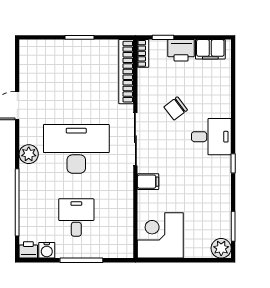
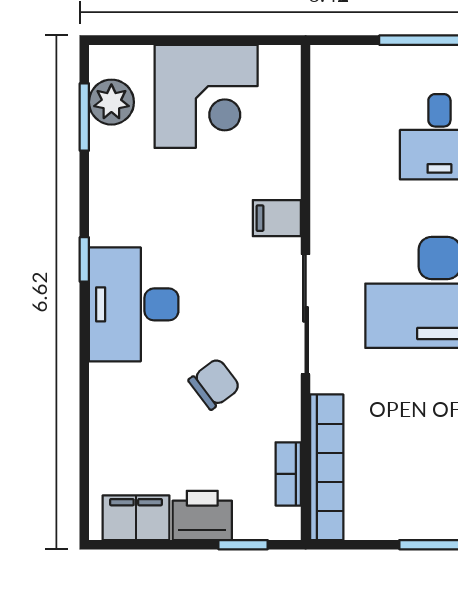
bookcase: (143, 53) -> (288, 474), moved
desk: (211, 137) -> (134, 304), width x1.37
corner desk: (160, 235) -> (206, 96), moved
plant: (221, 248) -> (111, 102), moved

